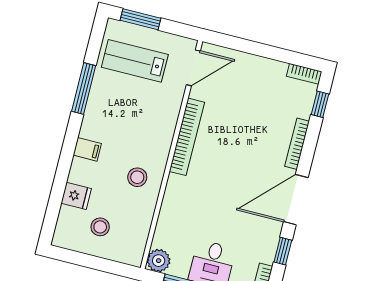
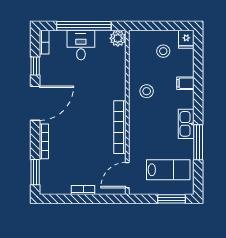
bookcase: (304, 74) -> (83, 190), moved
window: (320, 104) -> (35, 172), width x1.50
kitchen sink: (94, 118) -> (186, 124), added
filing cabinet: (87, 149) -> (185, 83), moved
fridge: (76, 196) -> (186, 39), moved, turned -90

